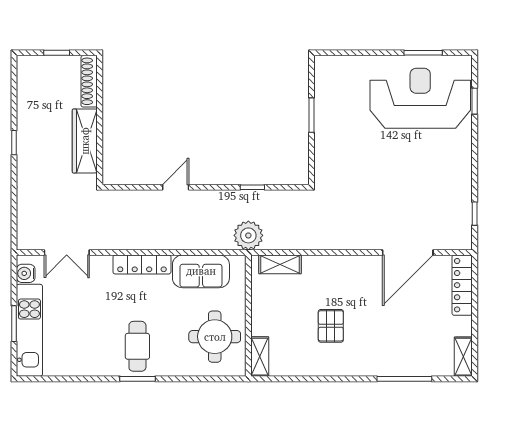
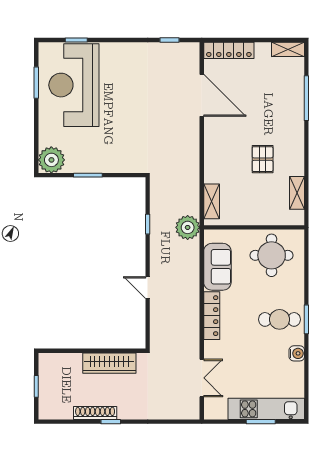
plant: (330, 71) -> (51, 160), added
shoe rack: (89, 81) -> (95, 413), moved, turned 180
water cooler: (26, 273) -> (297, 353), moved, turned -90
pallet: (331, 326) -> (263, 159), turned 90
shelving: (260, 357) -> (297, 193), moved, turned 90

